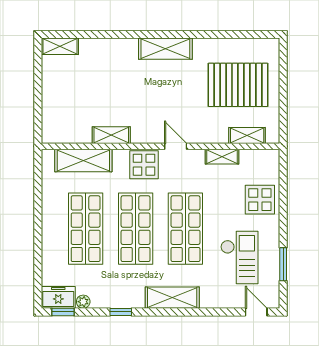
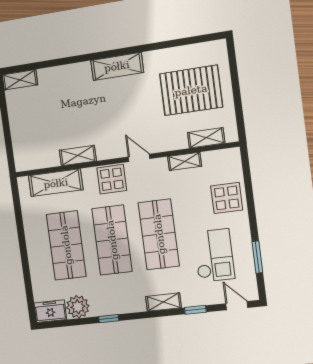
shelving: (172, 298) -> (163, 302), width x0.67, depth x0.75
plant: (83, 302) -> (78, 307), width x1.87, depth x1.87
window: (63, 312) -> (195, 310), moved

